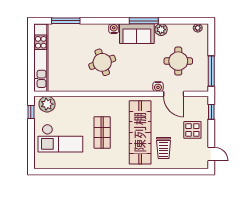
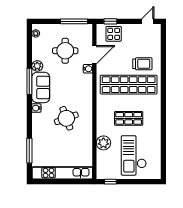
plant: (47, 104) -> (103, 143), moved
display table: (192, 130) -> (114, 34), moved
checkout: (60, 138) -> (134, 155), turned 180

